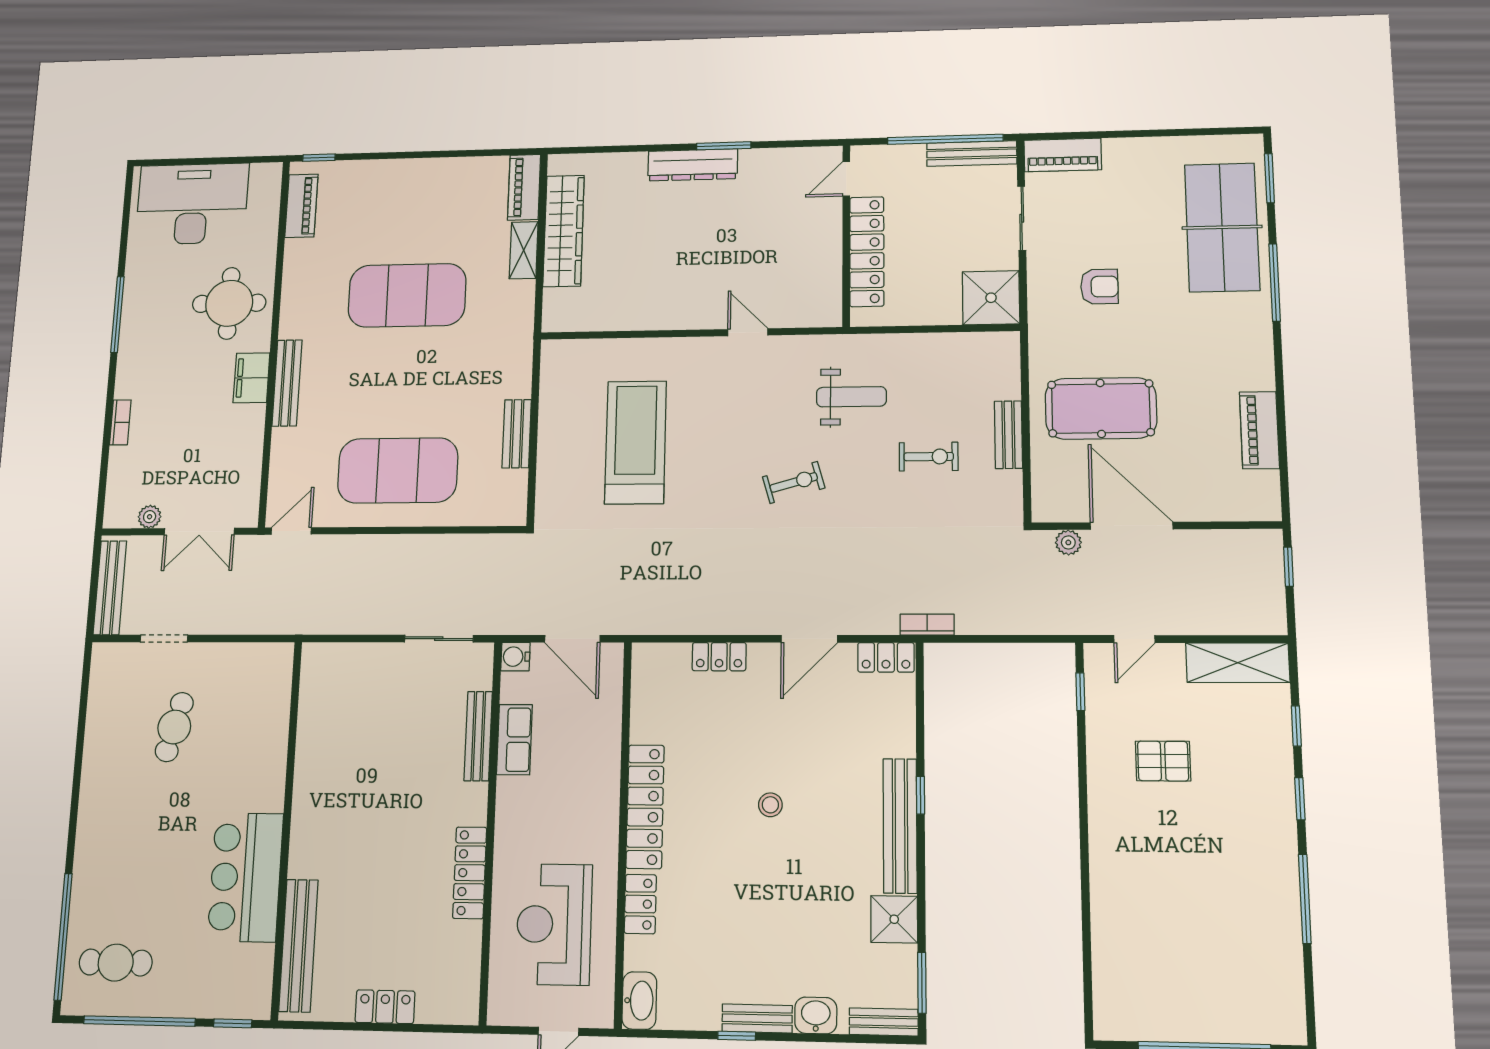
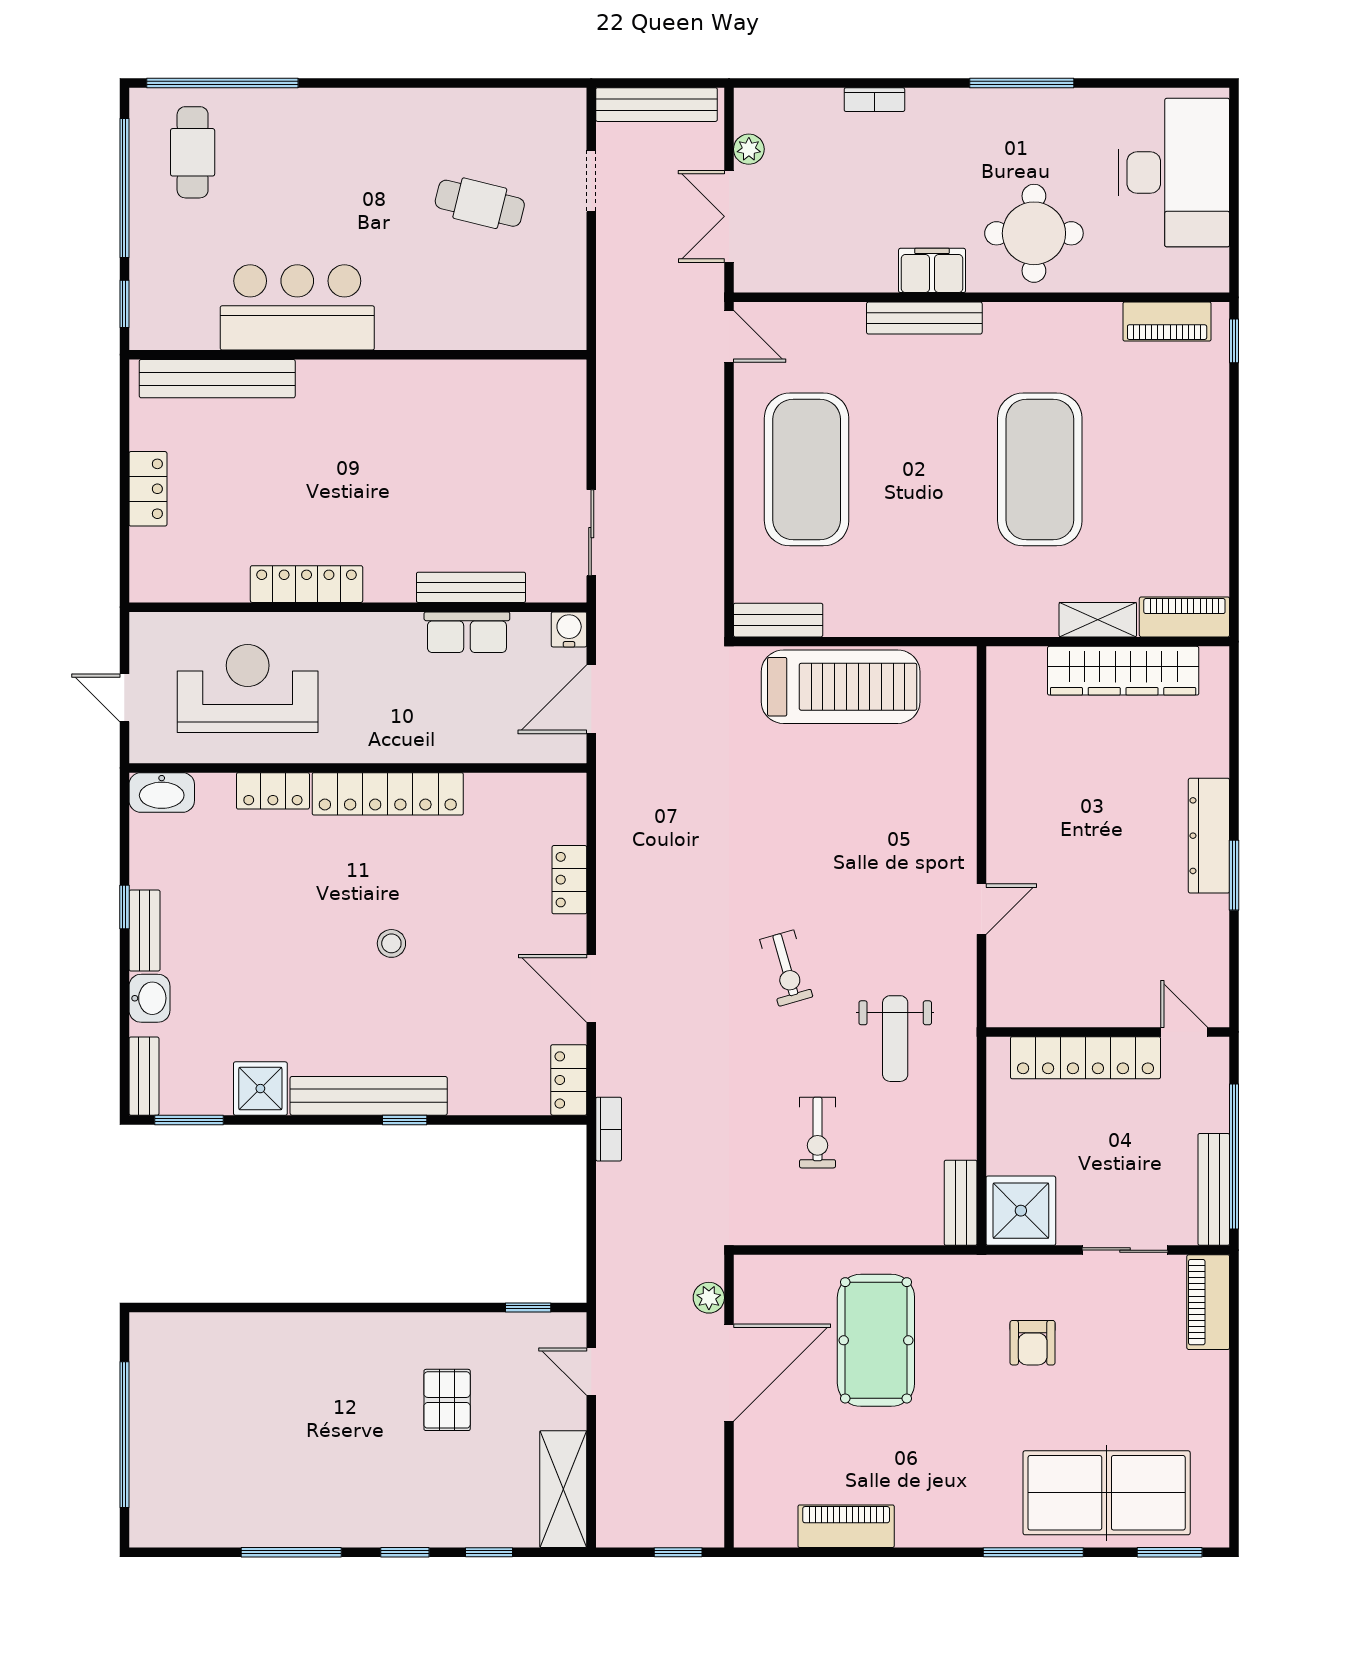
bench: (517, 434) -> (778, 620), moved
bench: (1008, 435) -> (961, 1203), moved, turned 90
treadmill: (636, 442) -> (841, 687), moved

